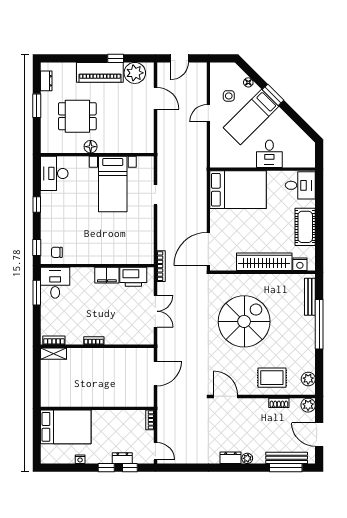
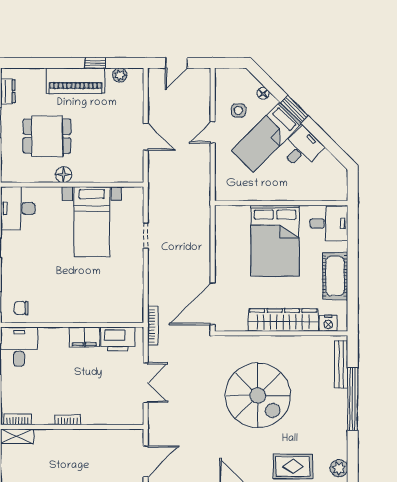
plant: (135, 73) -> (120, 75), width x0.53, depth x0.53
door: (155, 98) -> (146, 137), moved
desk: (269, 154) -> (302, 148), moved, turned -135
bed: (238, 190) -> (275, 241), moved, turned 90
spiral stairs: (244, 321) -> (258, 395), turned 90

